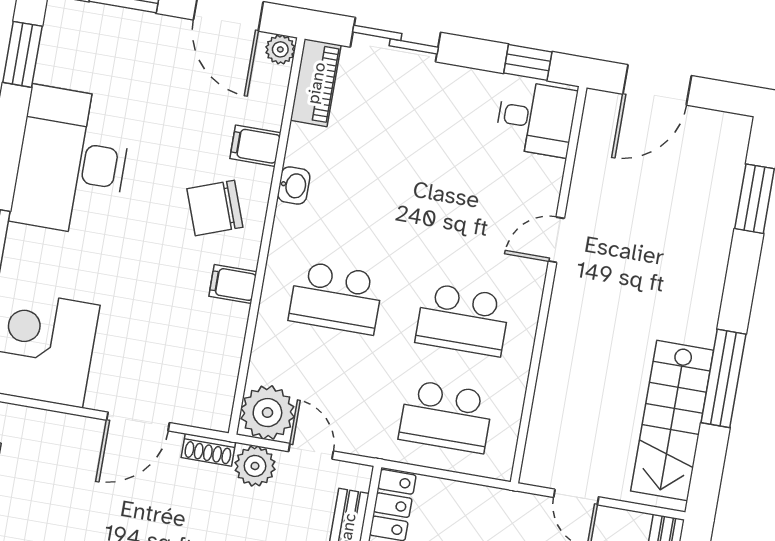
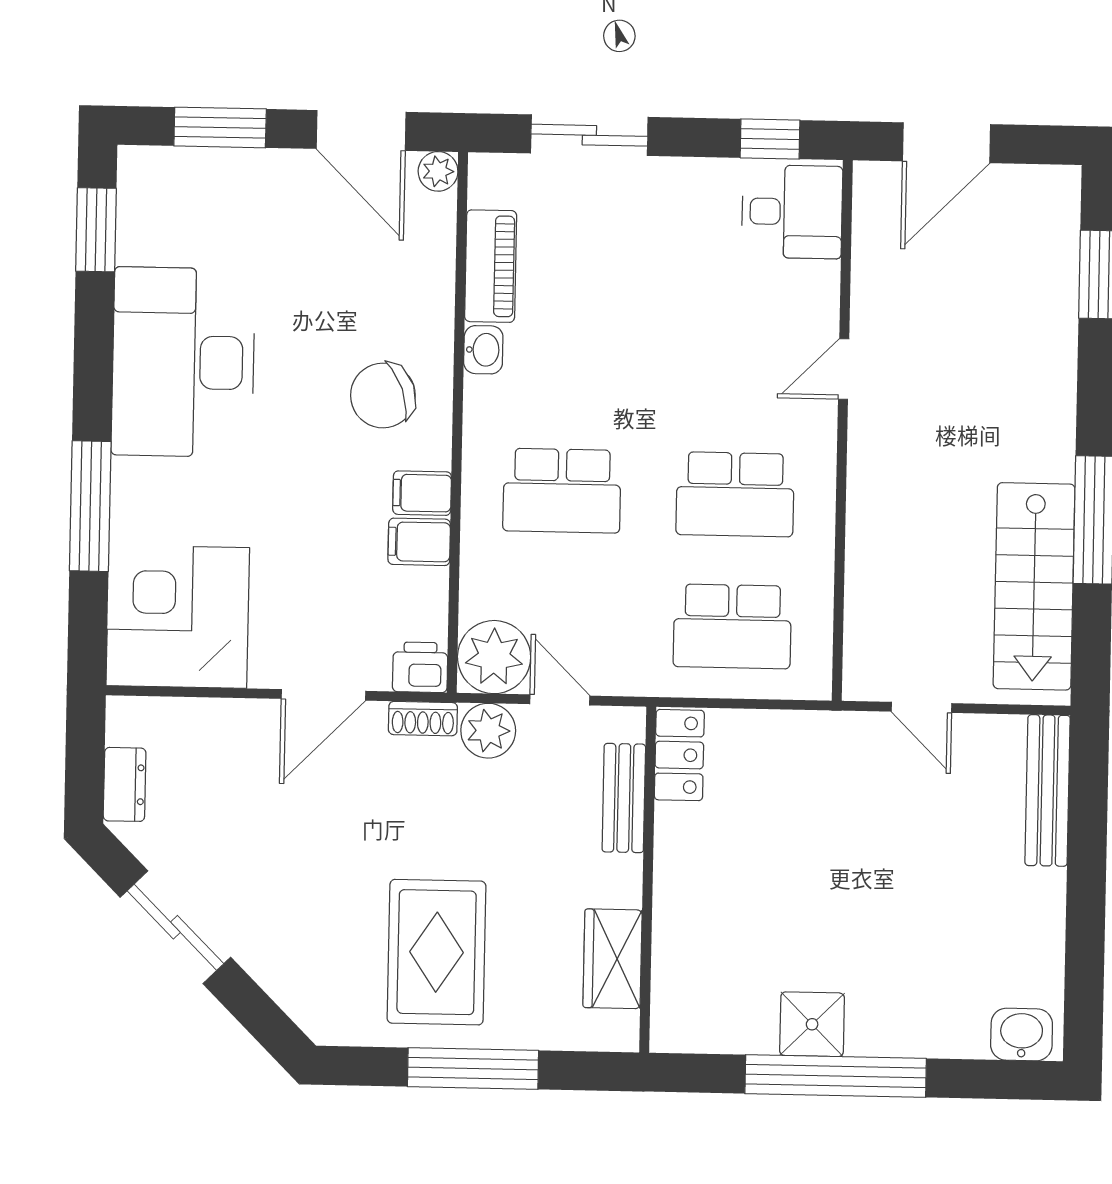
piano: (316, 83) -> (491, 266), moved
filing cabinet: (255, 146) -> (419, 542), moved
printer: (212, 412) -> (420, 667), added

